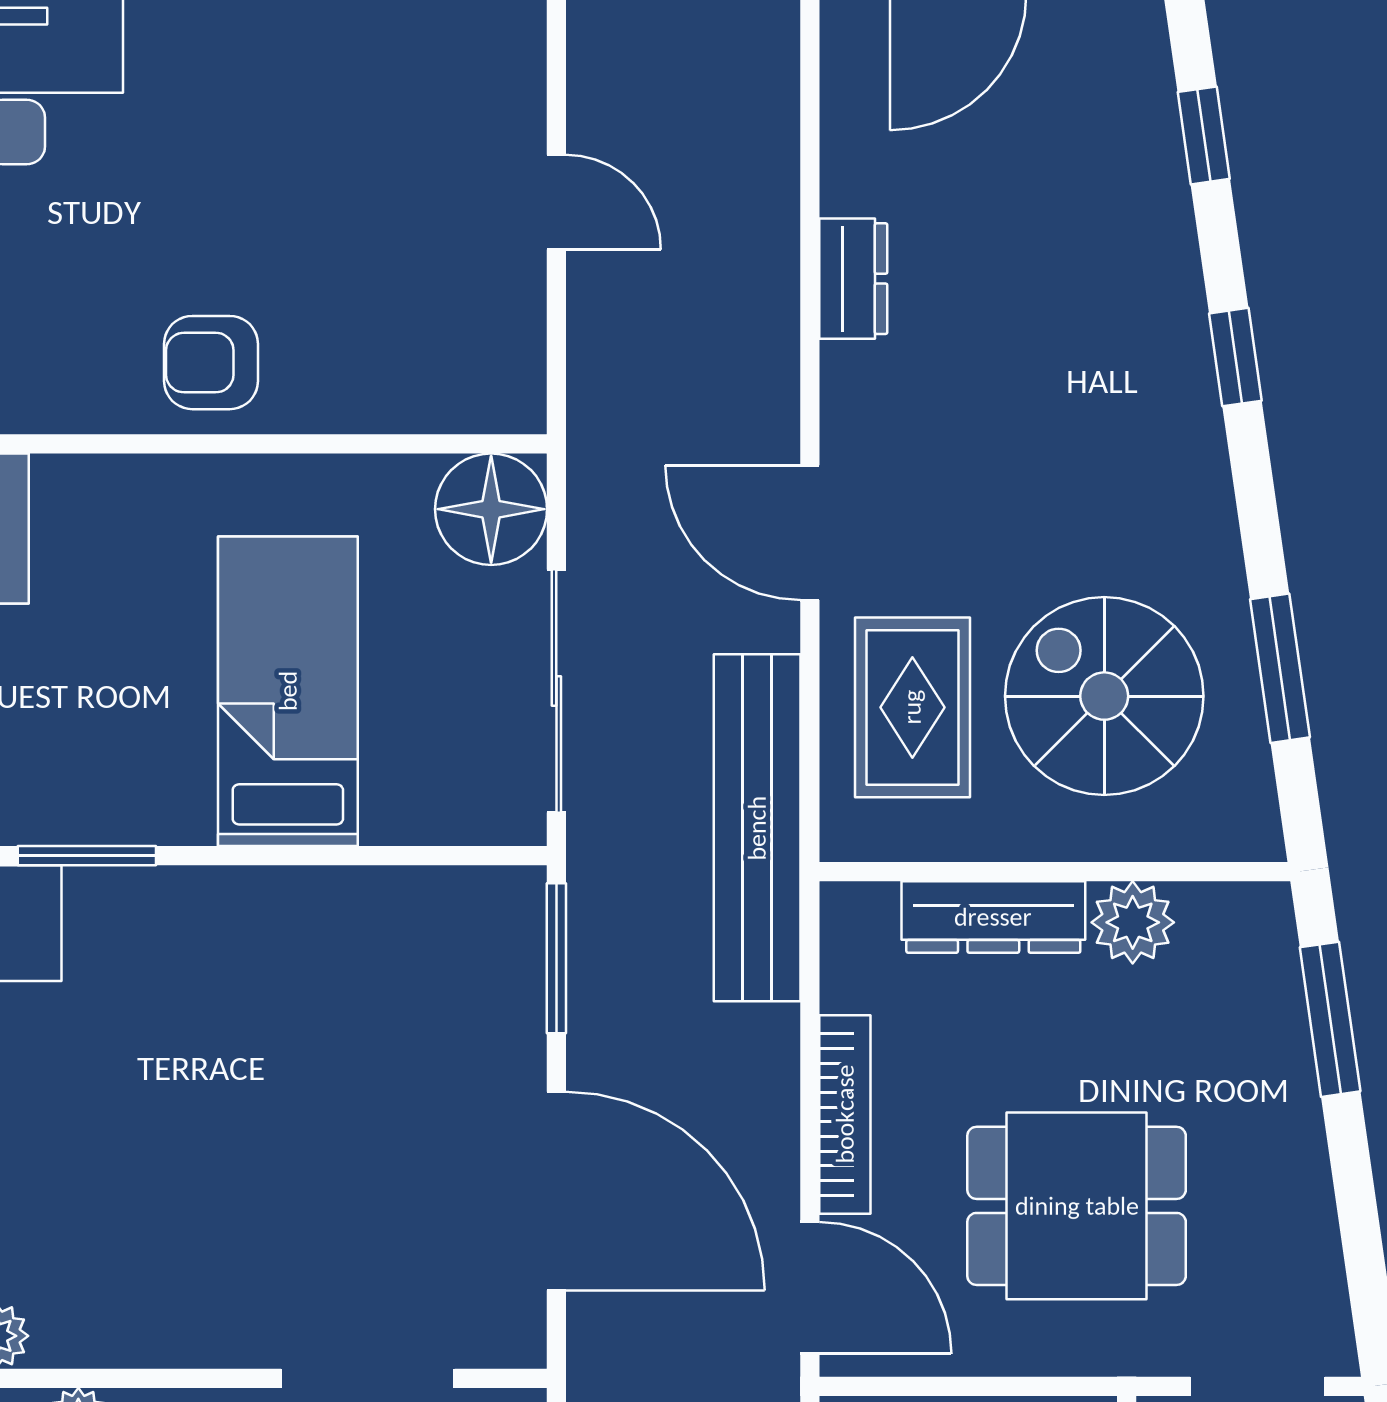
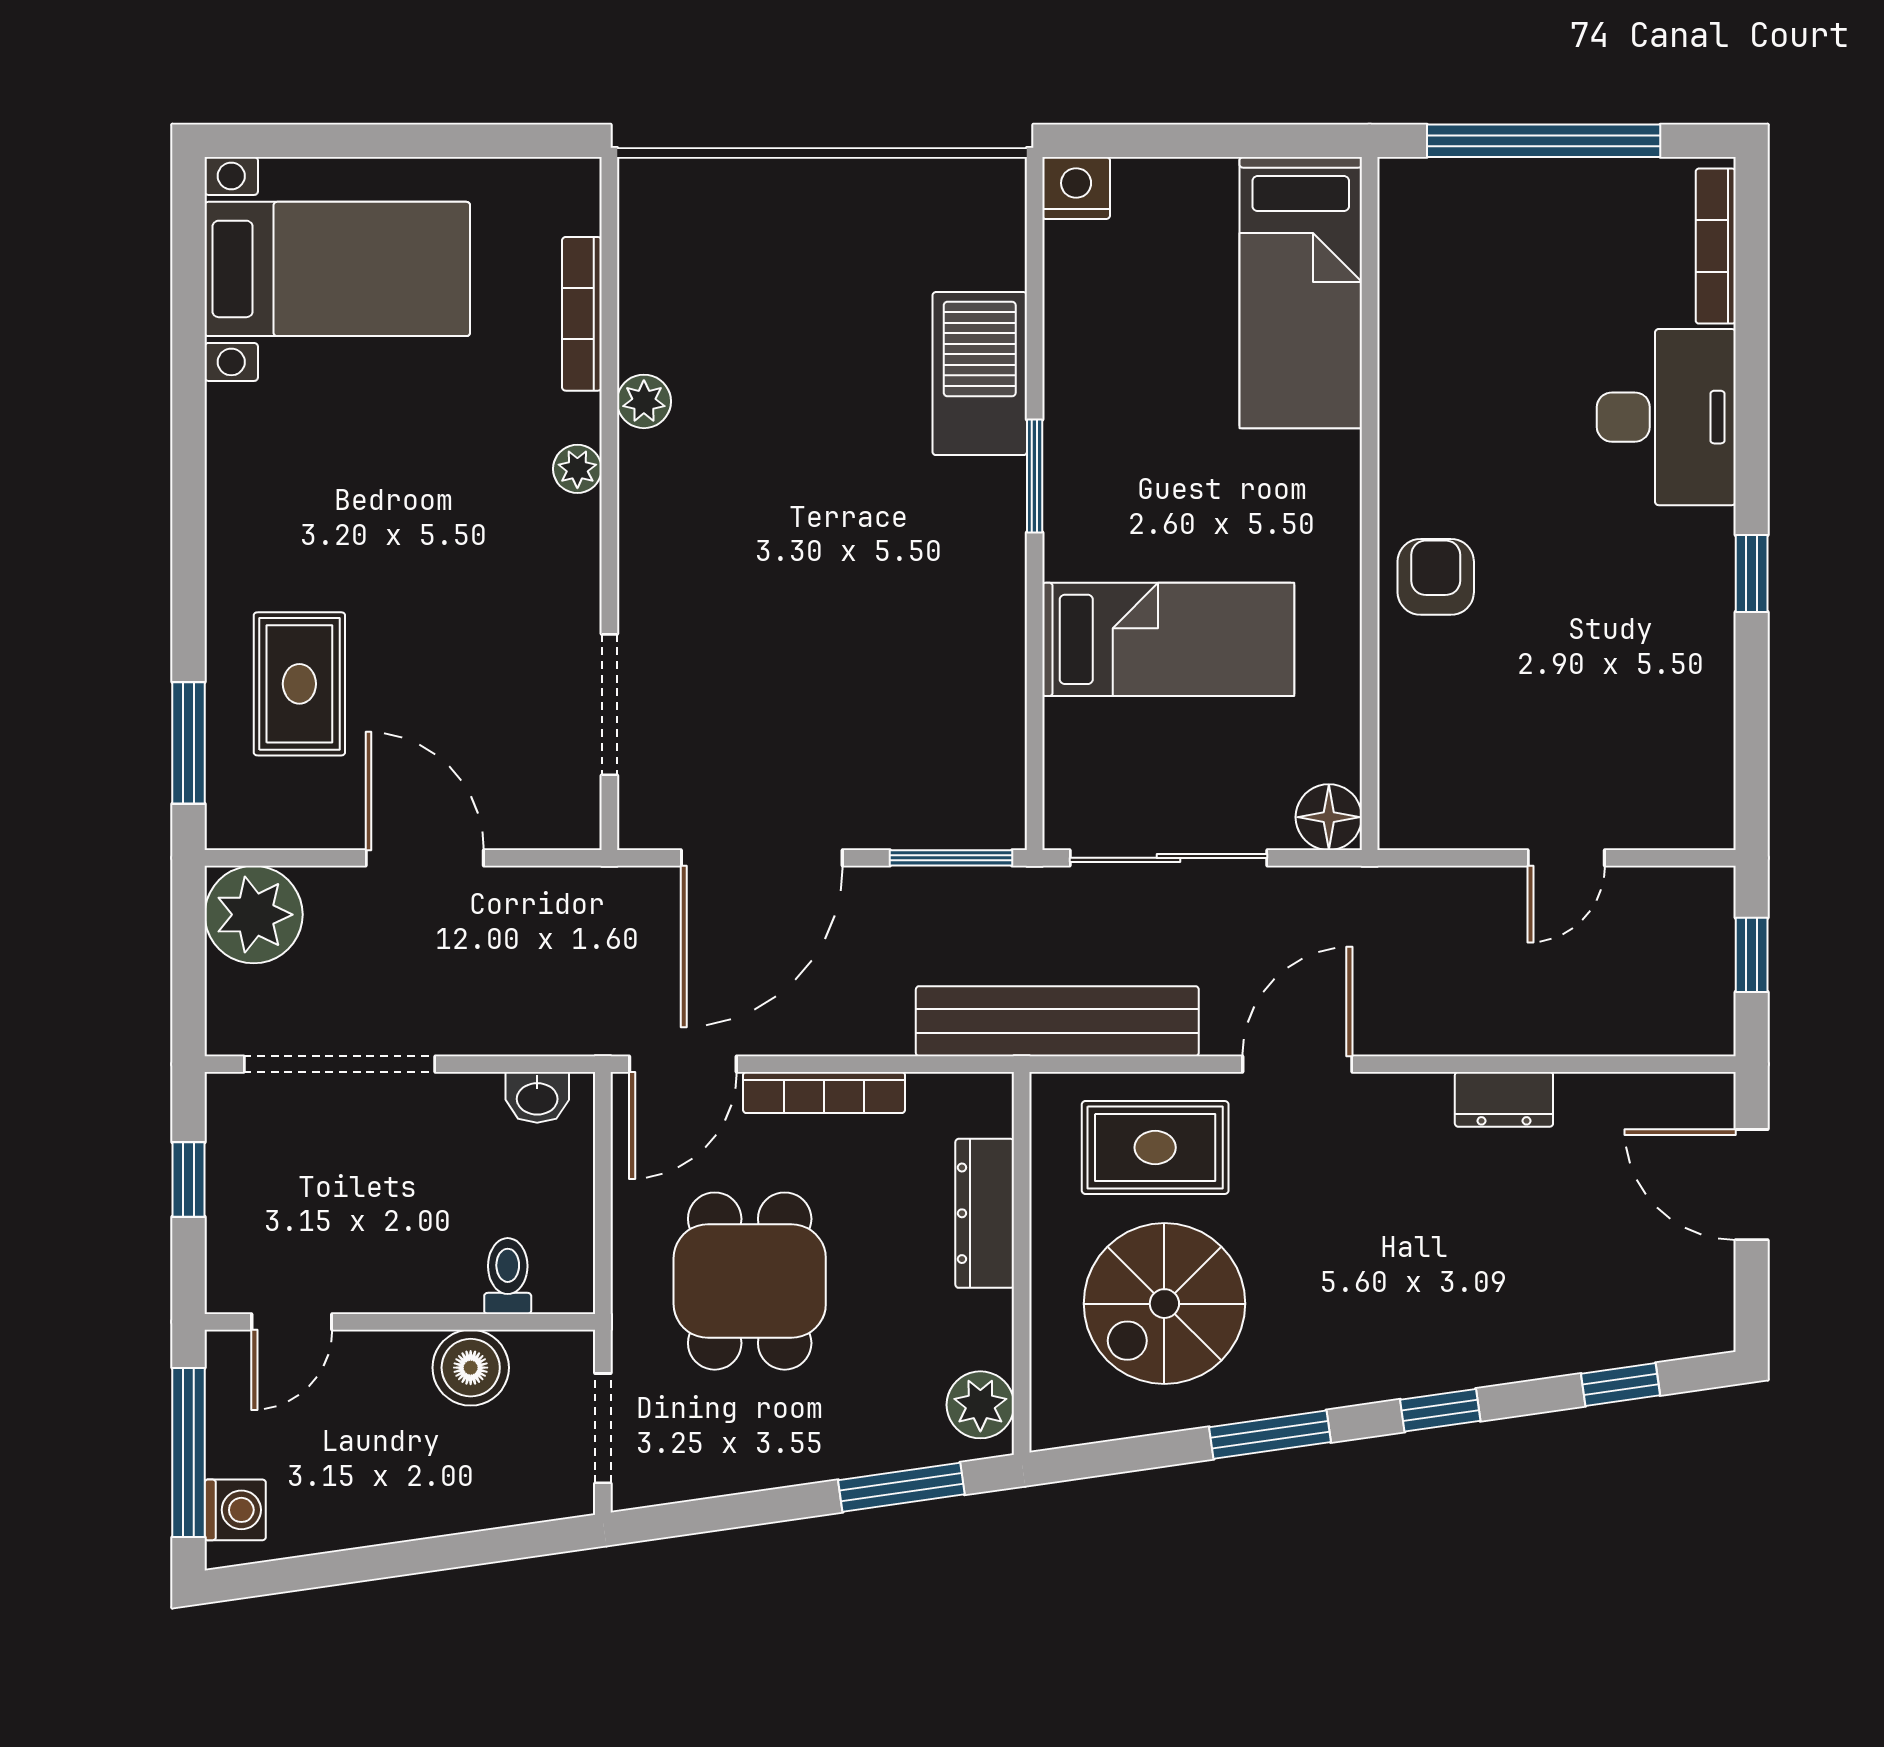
floor lamp: (491, 509) -> (1329, 817), width x0.73, depth x0.73
window: (1280, 668) -> (1270, 1435), moved
spiral stairs: (1104, 696) -> (1164, 1304), turned 180
plant: (1133, 922) -> (980, 1405), moved

